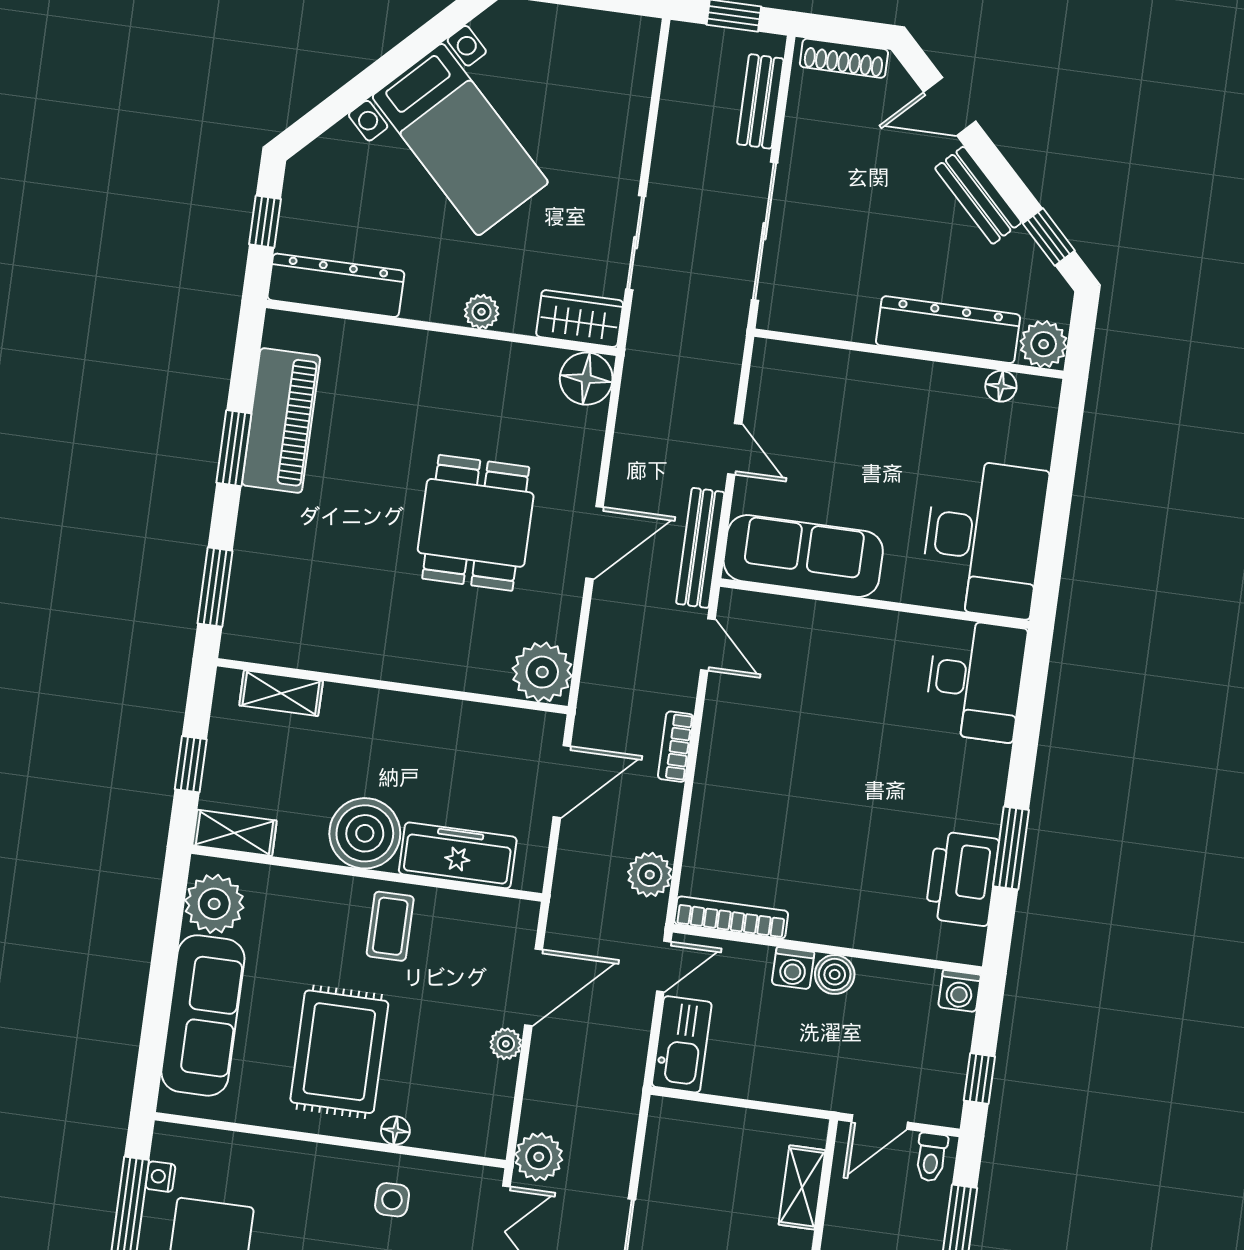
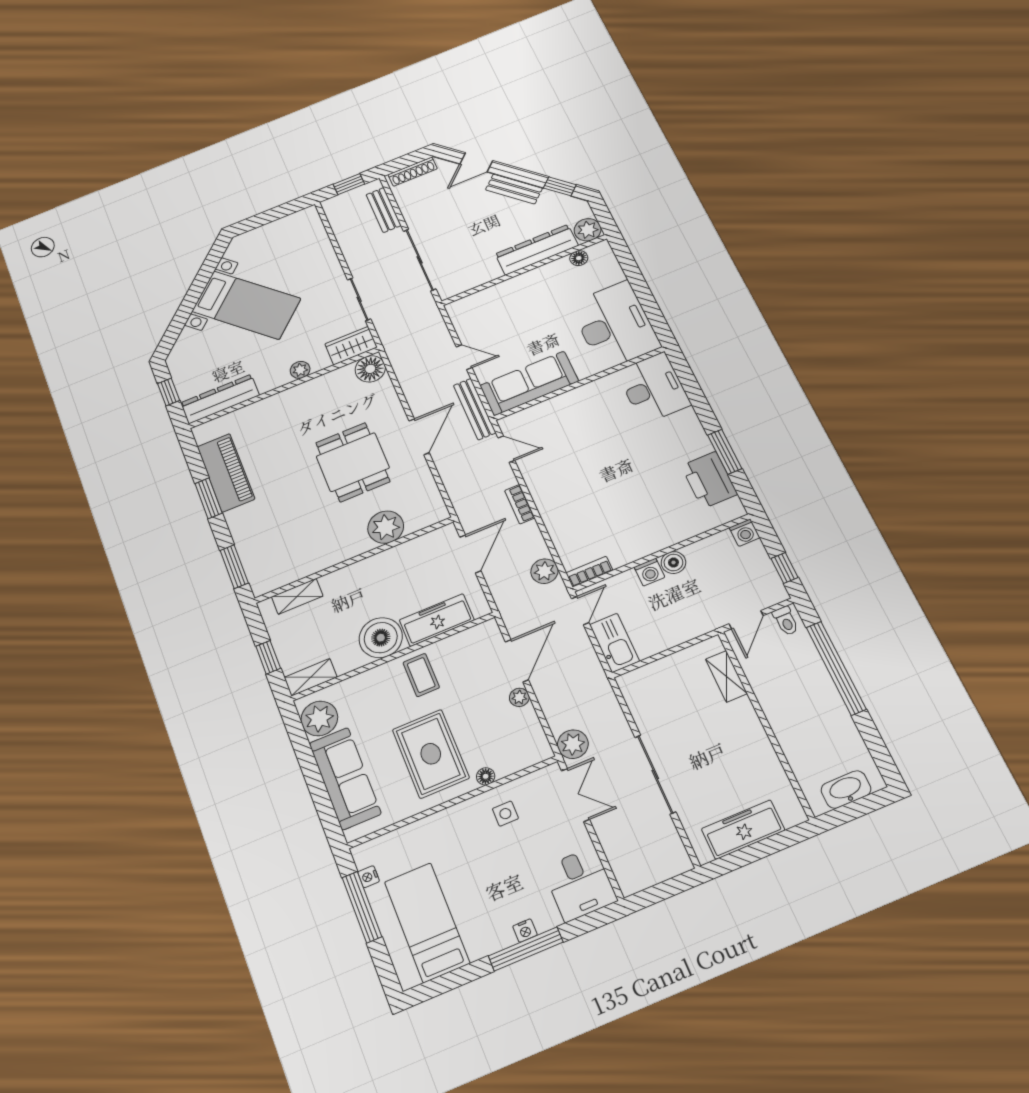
plant: (542, 672) -> (386, 527), moved
bookcase: (731, 917) -> (589, 572), width x0.64

